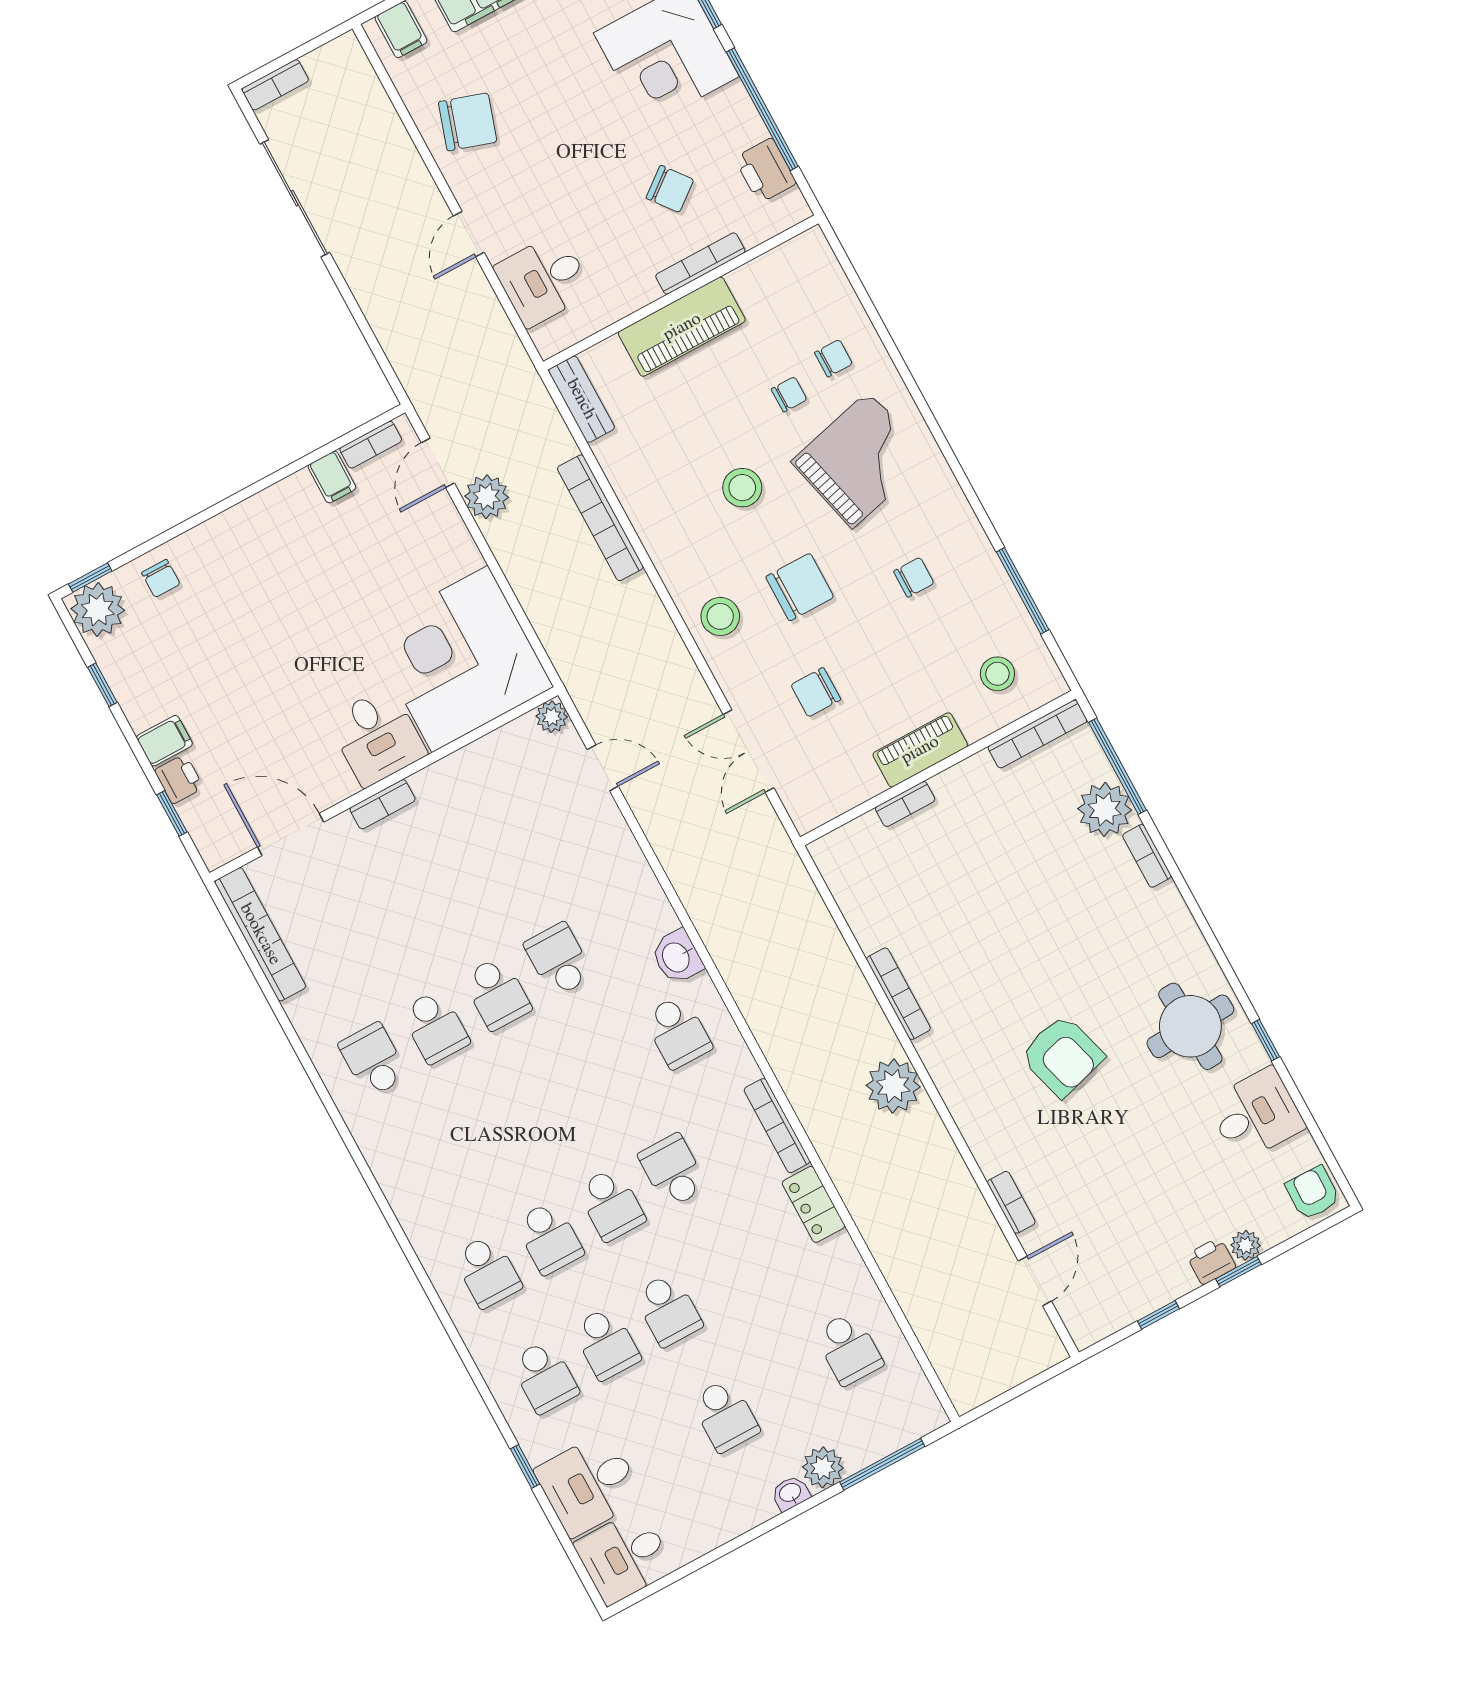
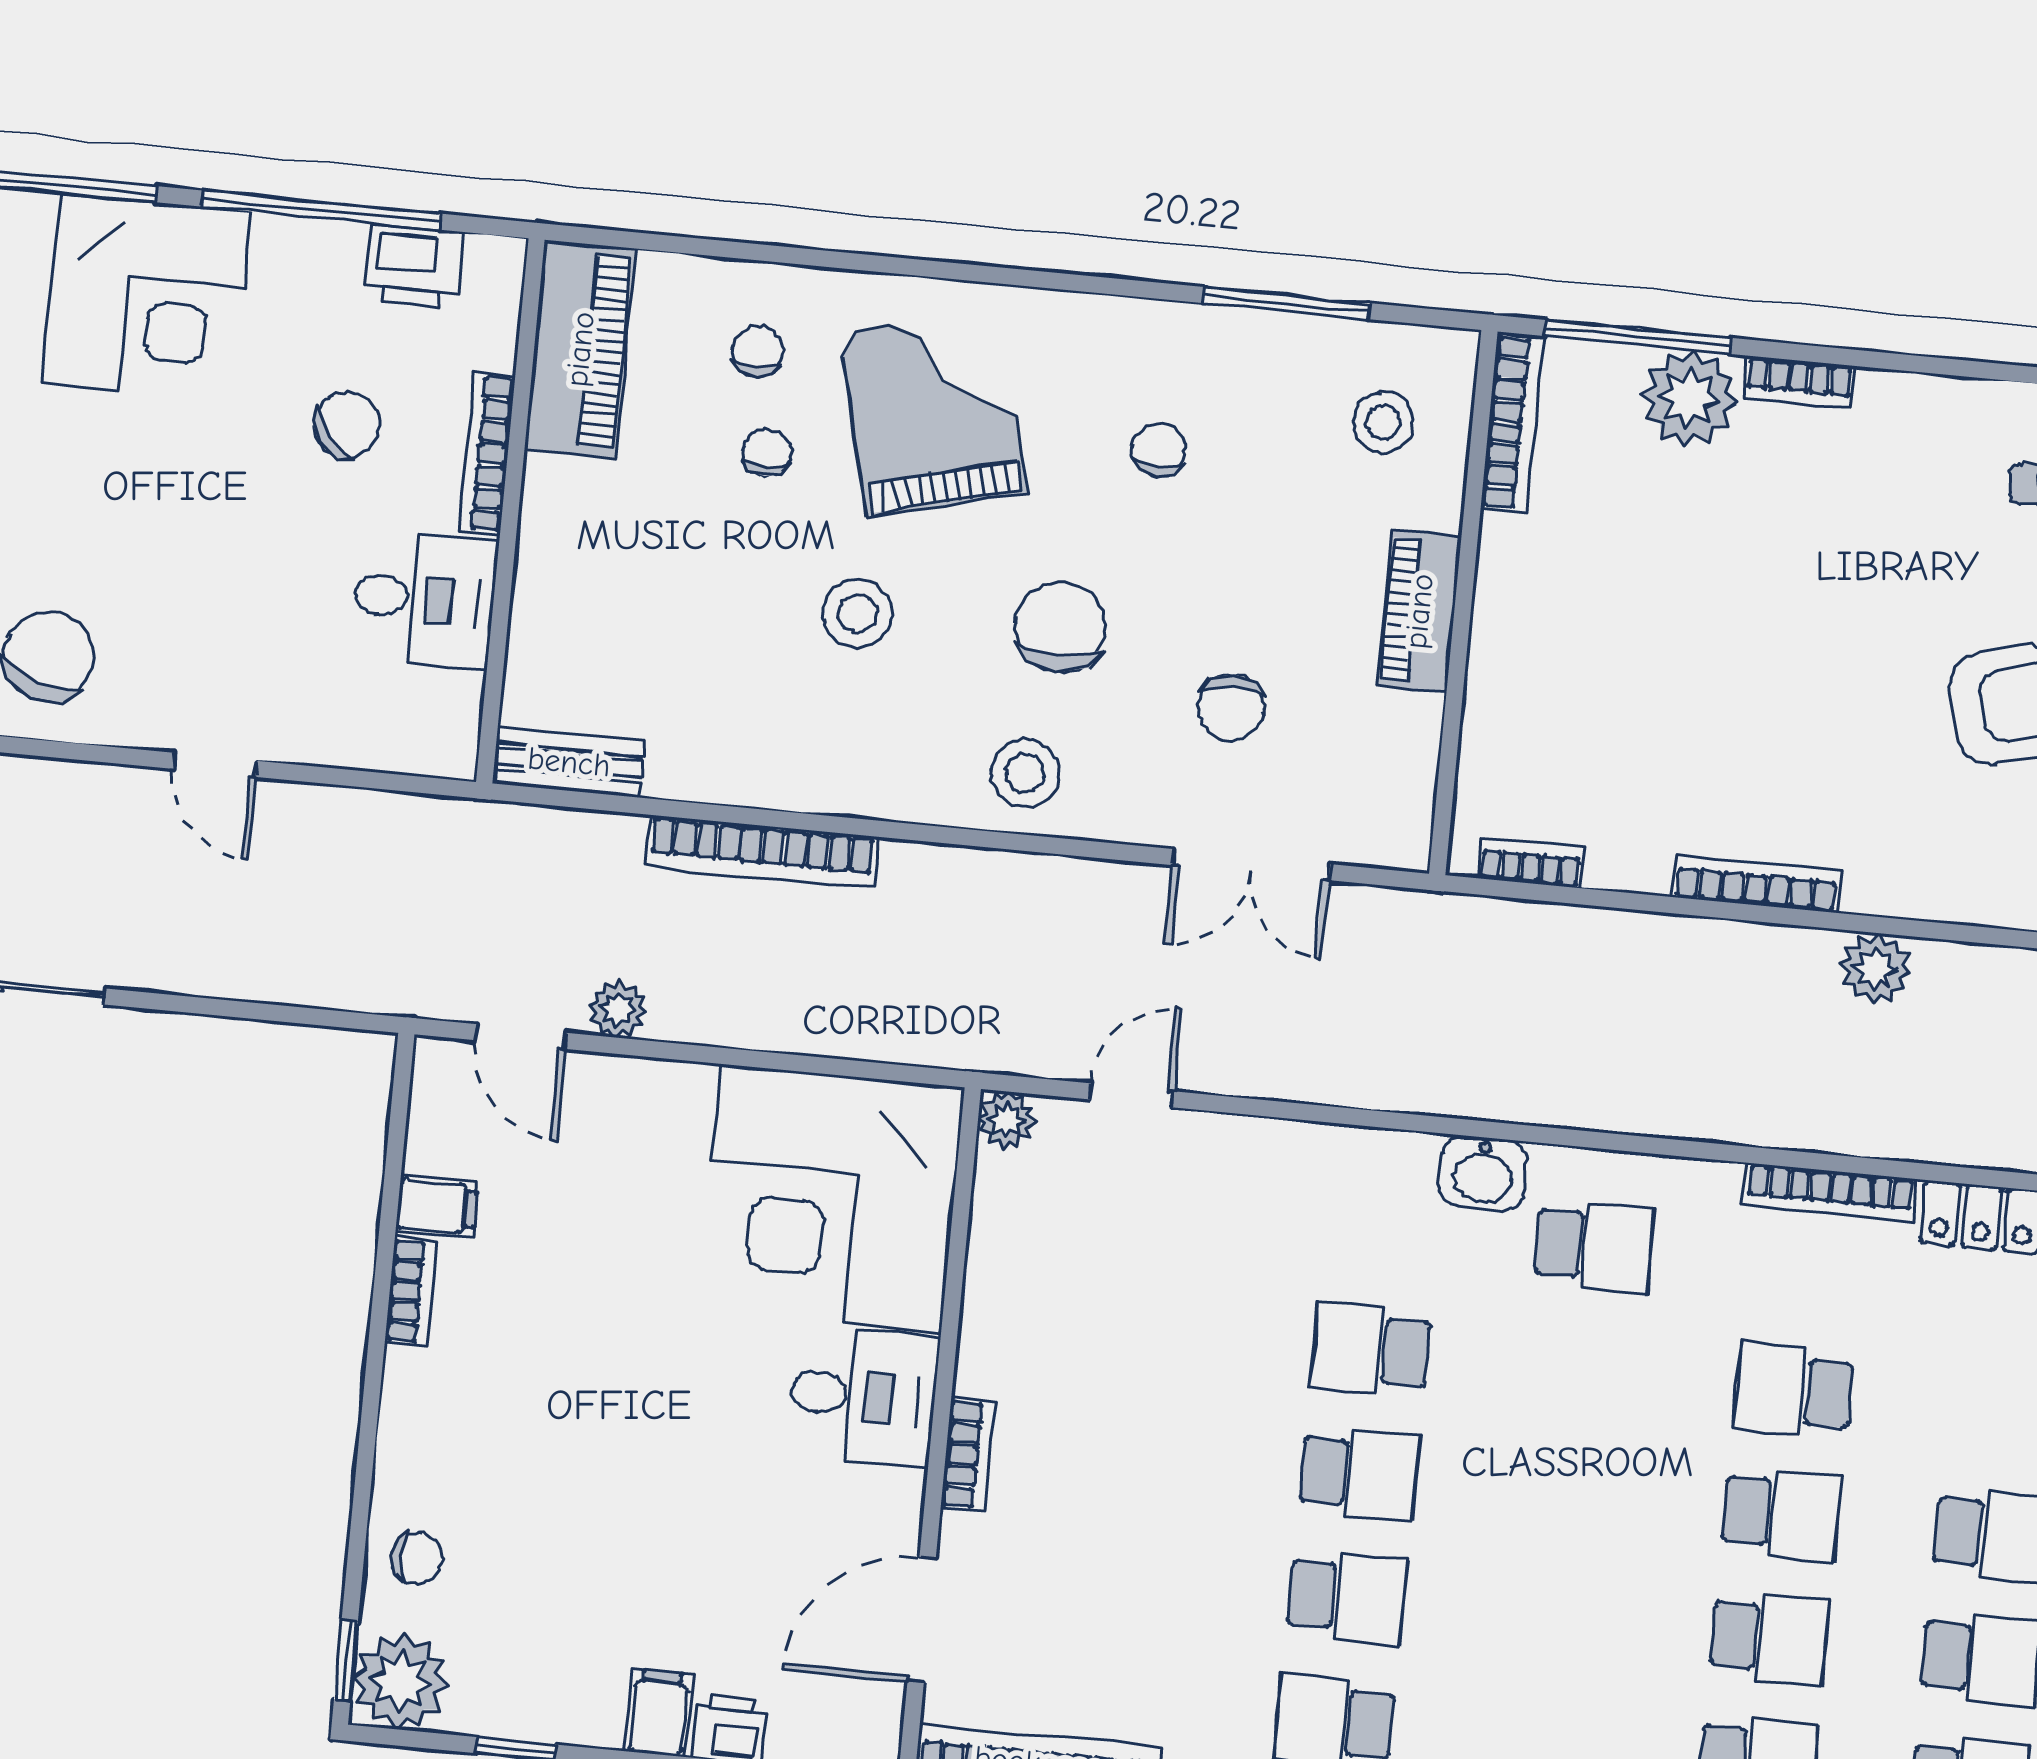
desk: (543, 280) -> (424, 599), moved, turned -90
piano: (682, 327) -> (580, 349), moved
bookcase: (371, 445) -> (411, 1292), moved
plant: (487, 497) -> (618, 1009), width x0.73, depth x0.73
bookcase: (905, 804) -> (1531, 863), moved, turned -90
plant: (893, 1086) -> (1875, 969), width x0.73, depth x0.73

